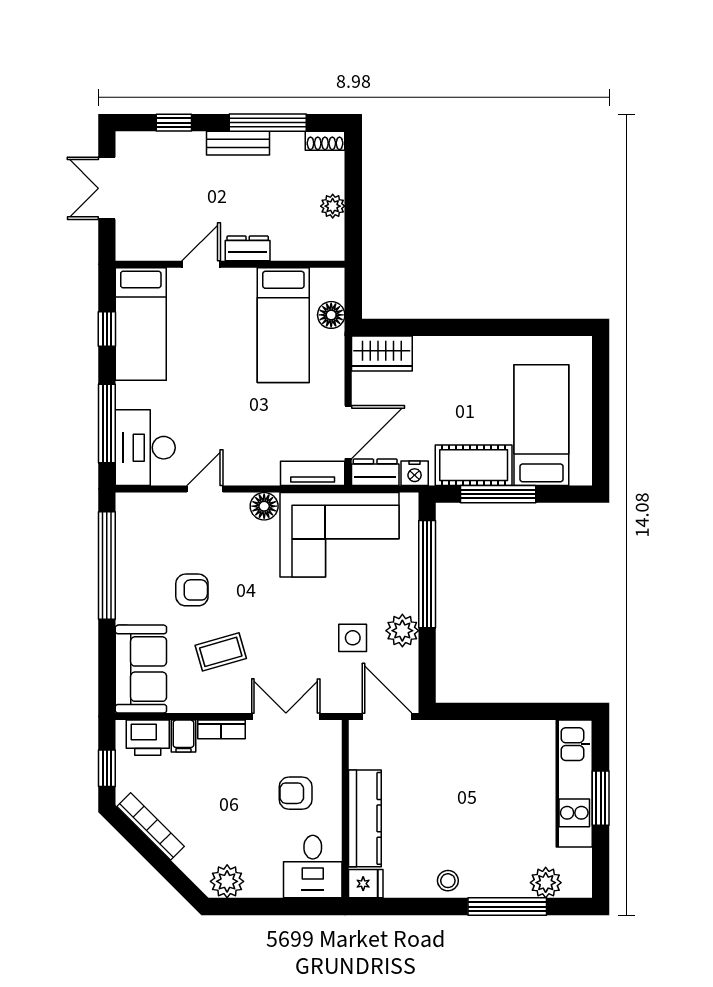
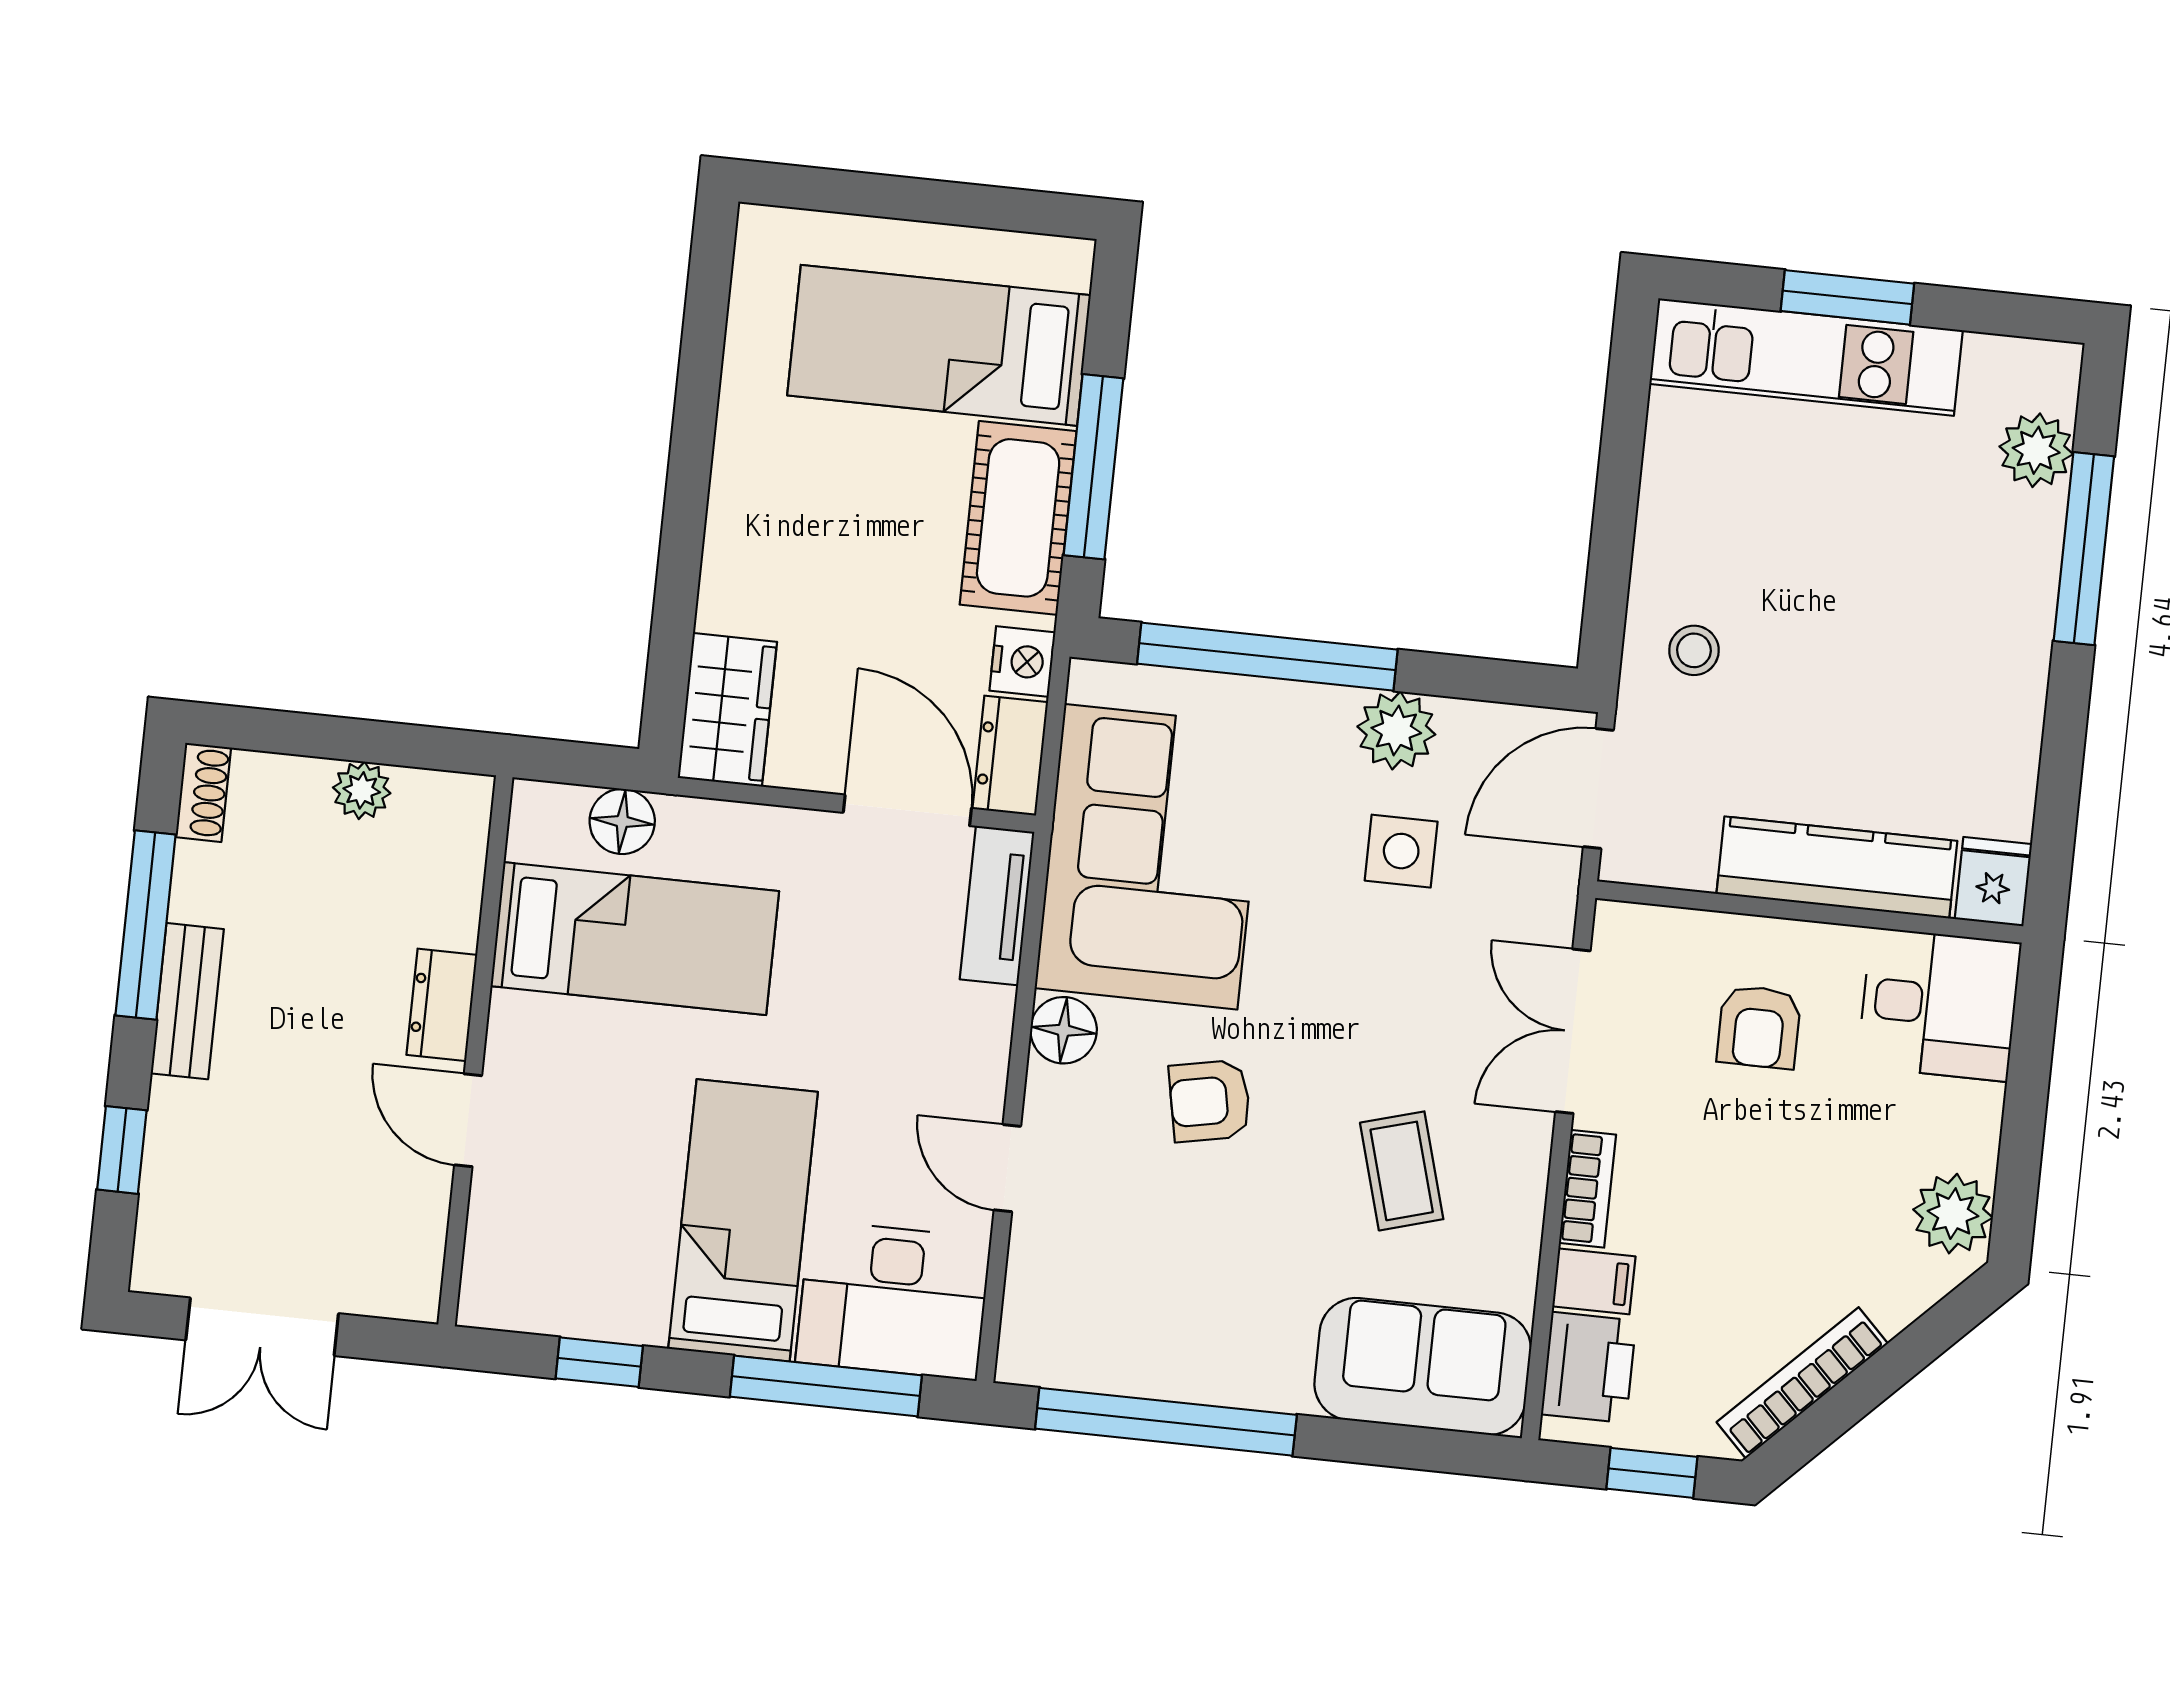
bed: (141, 324) -> (743, 1220), moved, turned -90
armchair: (192, 590) -> (1210, 1101), moved, turned -101
stool: (448, 881) -> (1694, 650), moved

